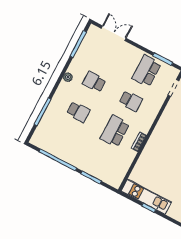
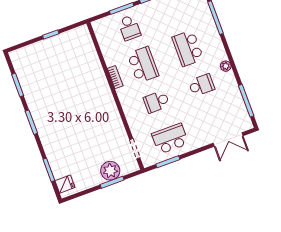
school desk: (147, 71) -> (170, 139), turned -90
school desk: (78, 112) -> (188, 48), width x1.85
school desk: (99, 161) -> (129, 28), added
kitchen unit: (146, 197) -> (62, 41), removed

